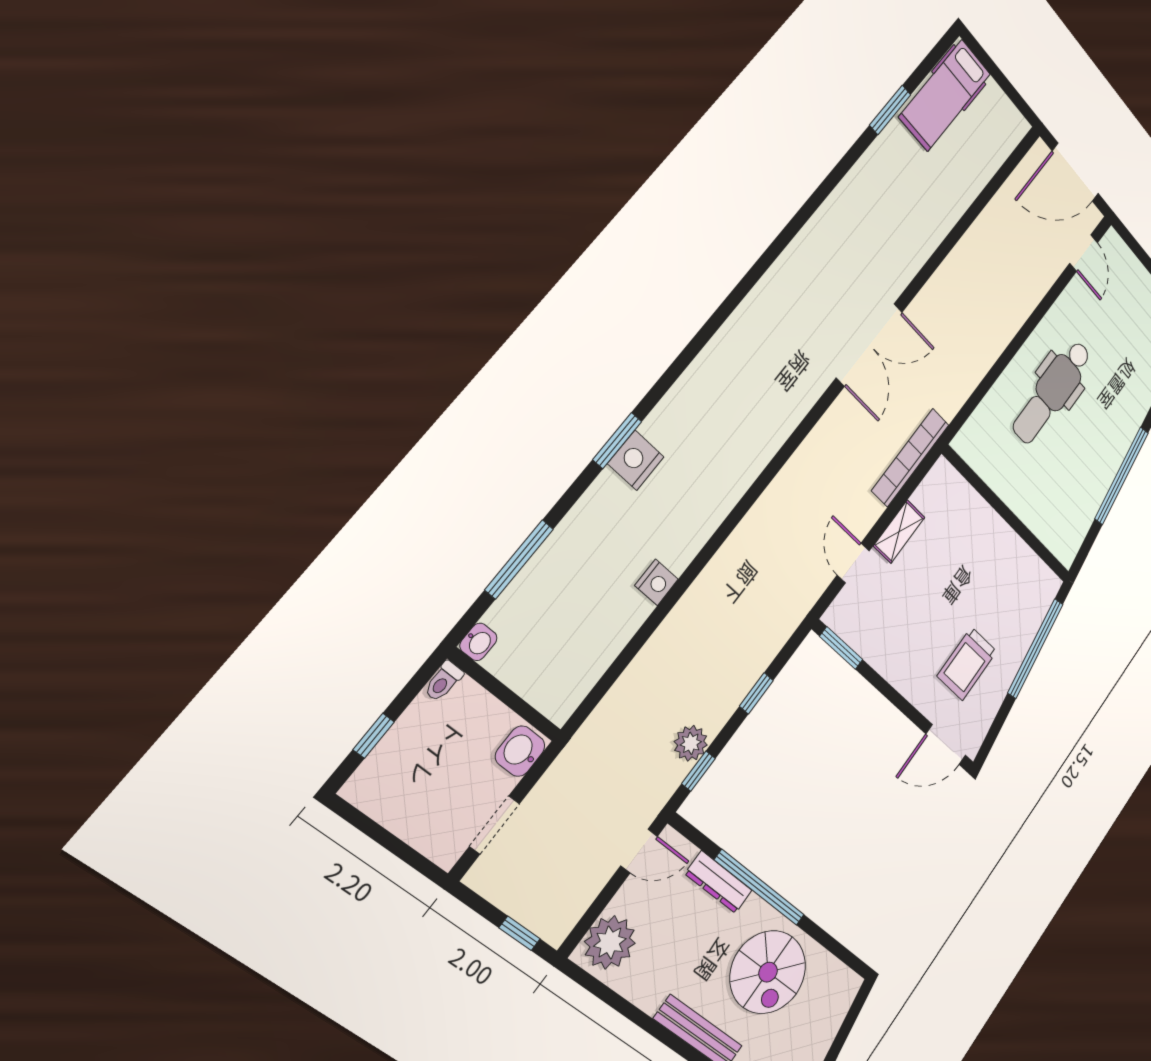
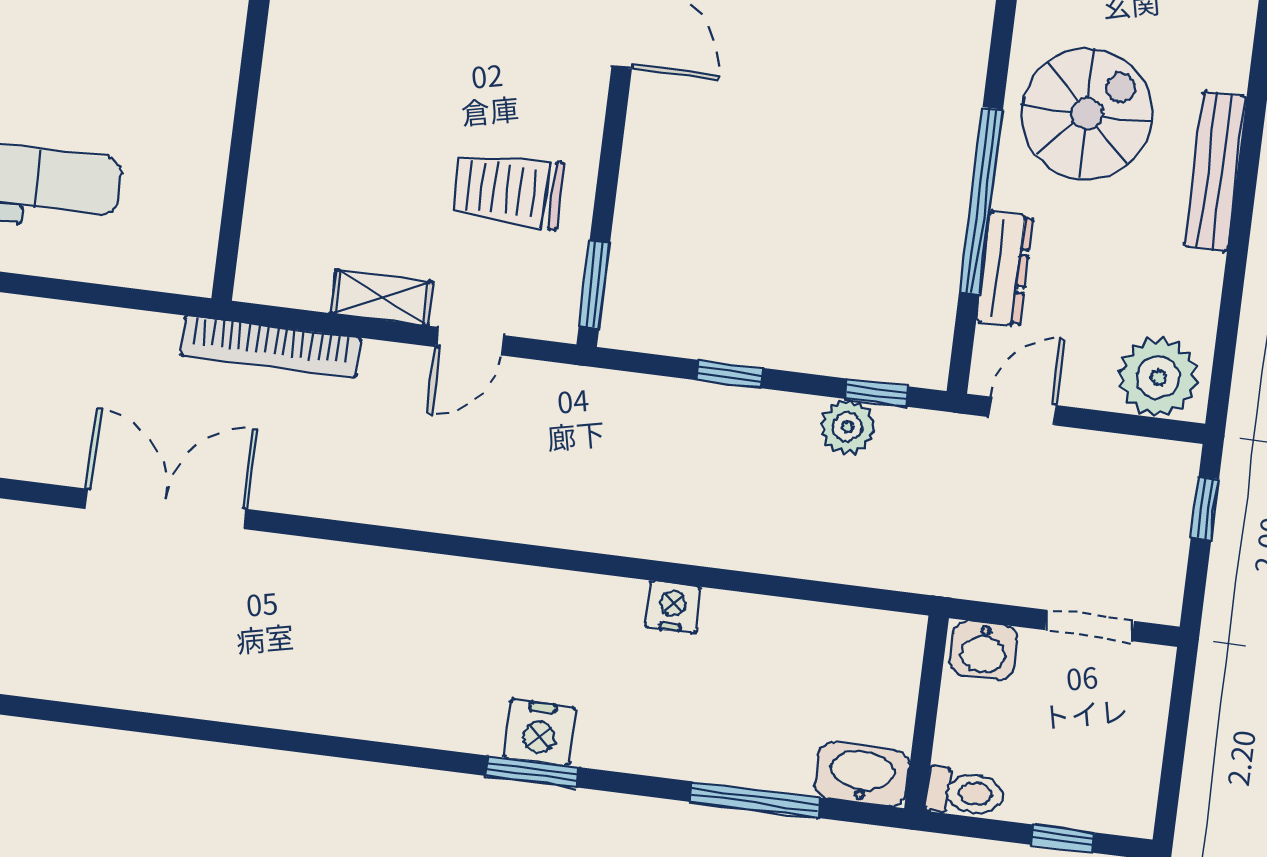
washbasin: (478, 642) -> (862, 774), width x1.91, depth x1.45
trolley: (967, 664) -> (508, 190), moved, turned 180
toilet: (443, 681) -> (965, 793), width x1.37, depth x1.39
door: (639, 851) -> (1023, 411), hinge flipped

